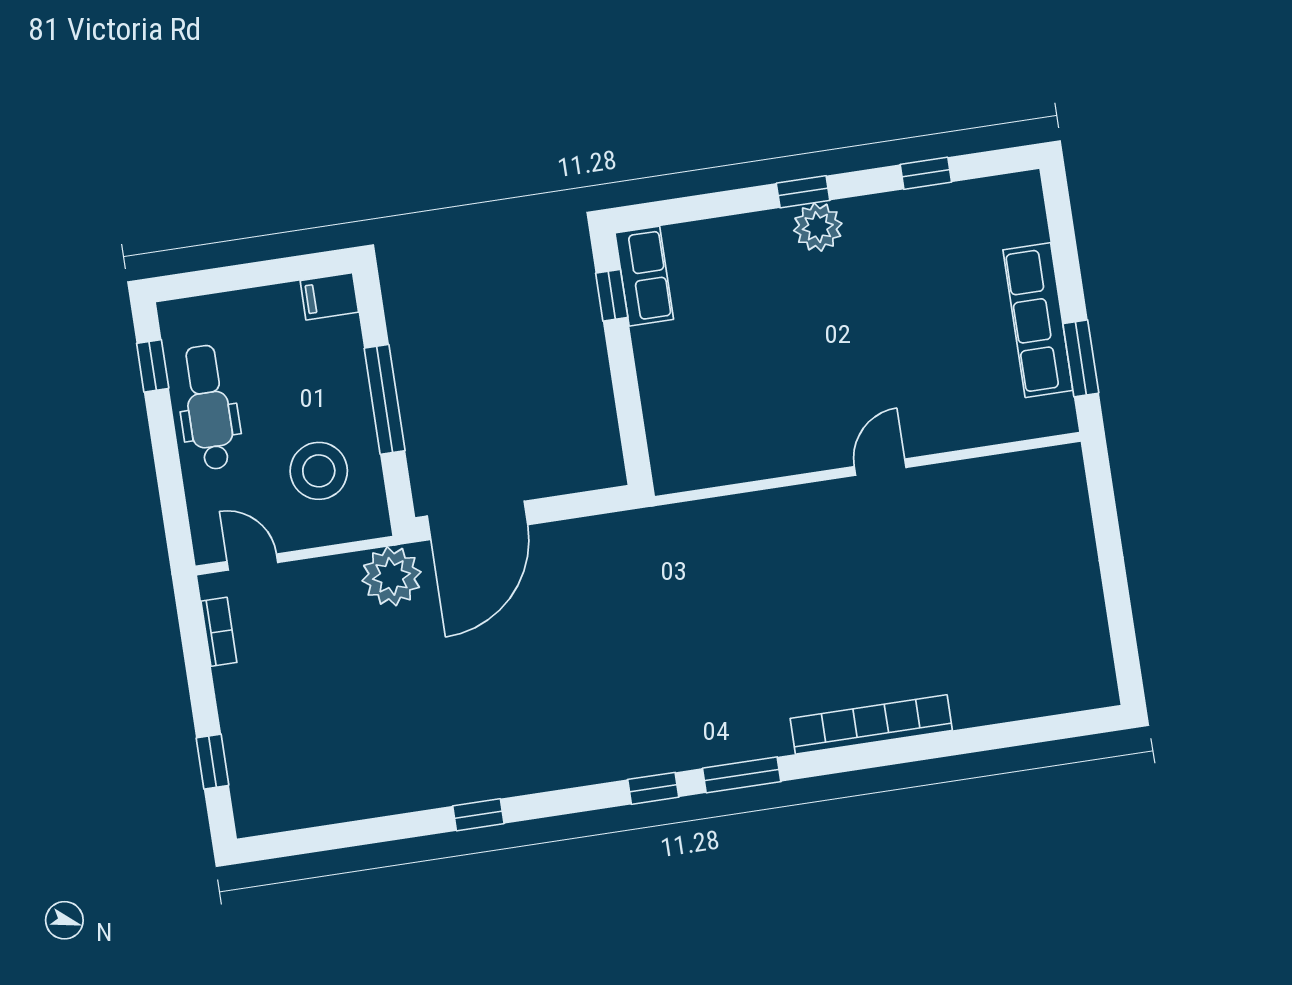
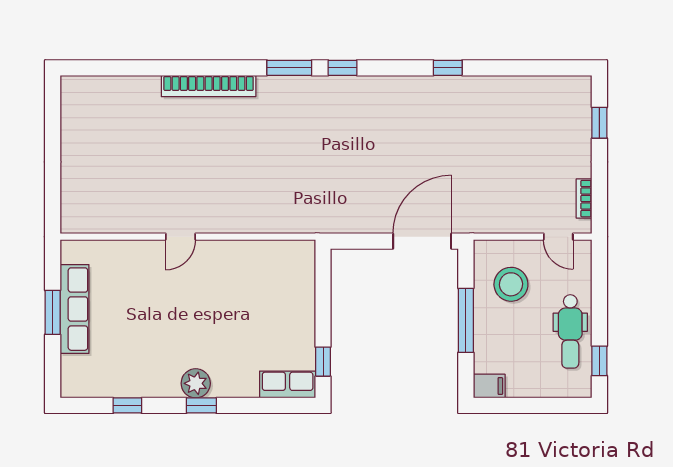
row of seats: (644, 276) -> (288, 385), moved, turned 90
window: (1081, 358) -> (53, 312), moved
plant: (392, 576) -> (478, 216), removed

